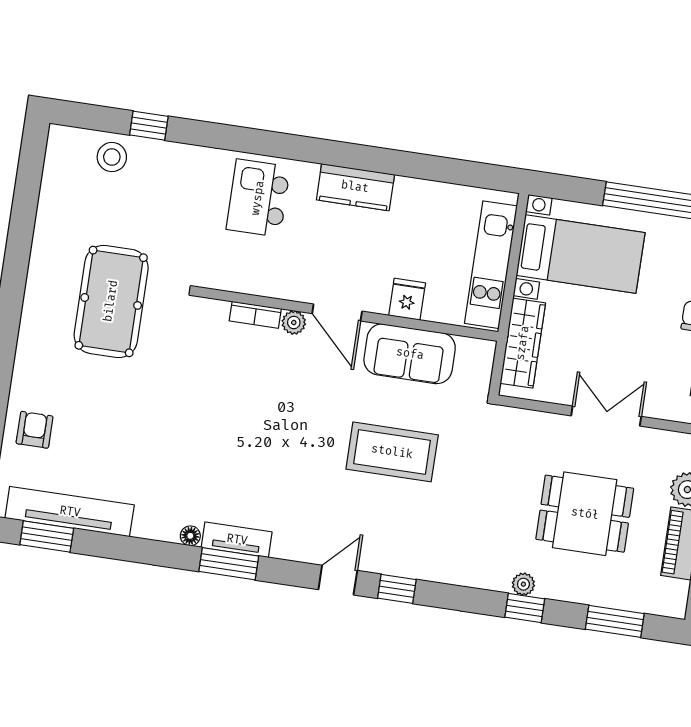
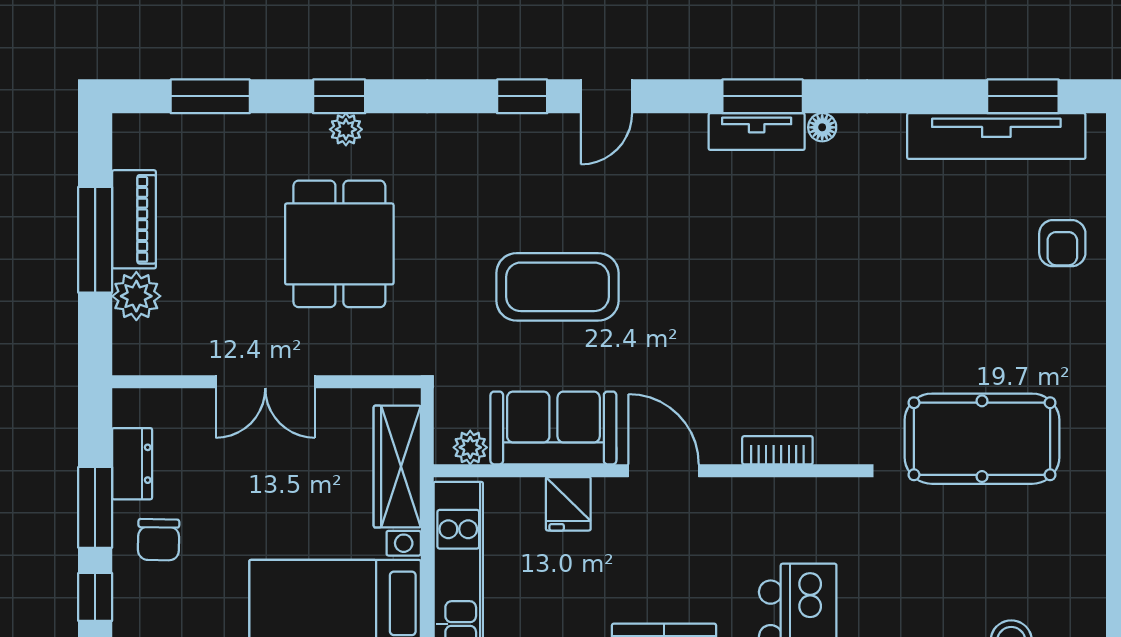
pool table: (111, 301) -> (982, 439), turned 90
plant: (294, 323) -> (470, 447), moved
dining table: (585, 514) -> (339, 244), moved, turned 90

